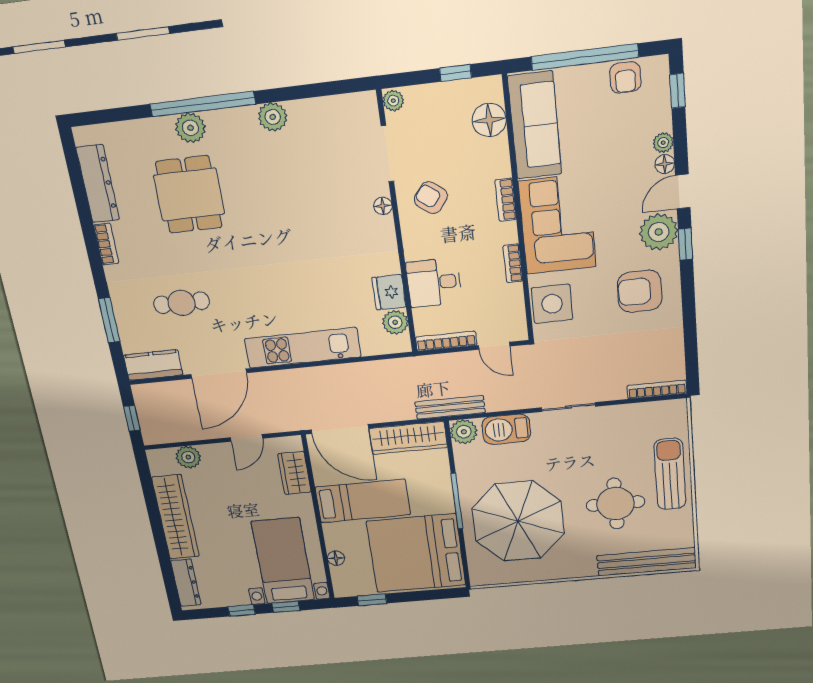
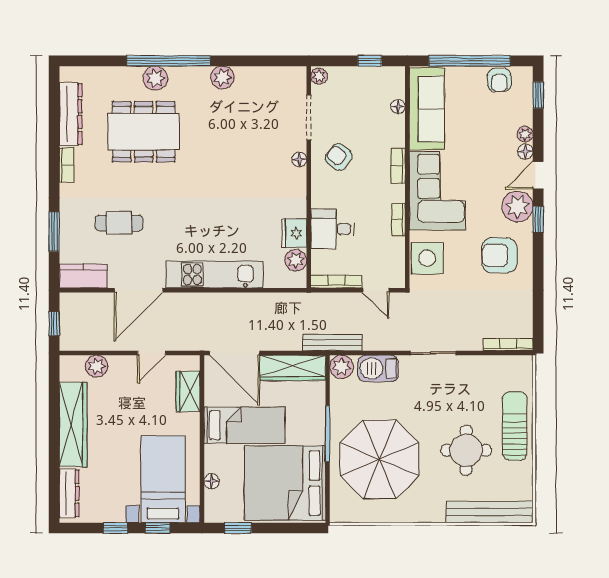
floor lamp: (489, 120) -> (398, 107), width x0.53, depth x0.53
dining table: (189, 195) -> (144, 132), width x1.38

